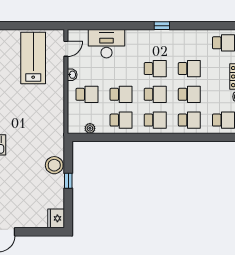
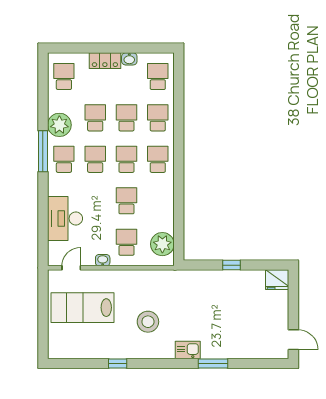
window: (162, 26) -> (43, 151), width x2.17
plant: (184, 39) -> (59, 125), added
door: (66, 49) -> (71, 268), hinge flipped
school desk: (121, 120) -> (64, 159), moved
plant: (90, 128) -> (162, 244), width x1.87, depth x1.87
stool: (54, 165) -> (148, 322), moved

